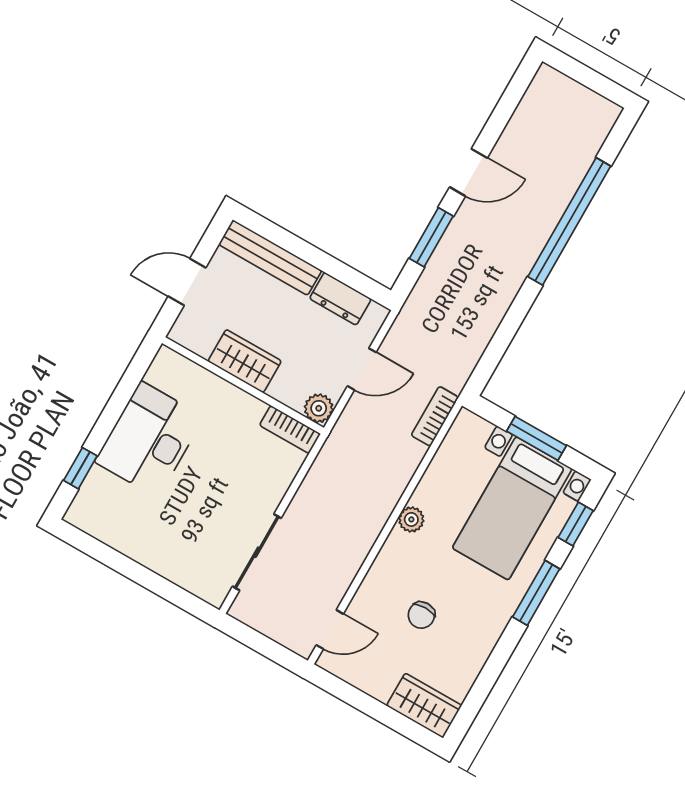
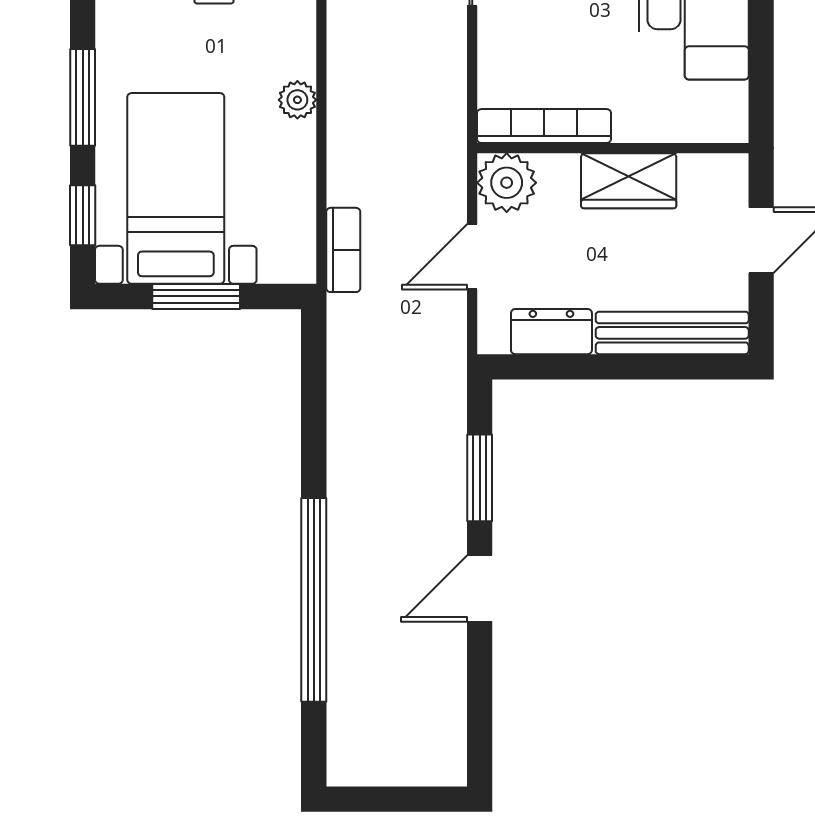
plant: (319, 408) -> (507, 183), width x1.38, depth x1.38
bookcase: (290, 430) -> (544, 126), width x1.56

